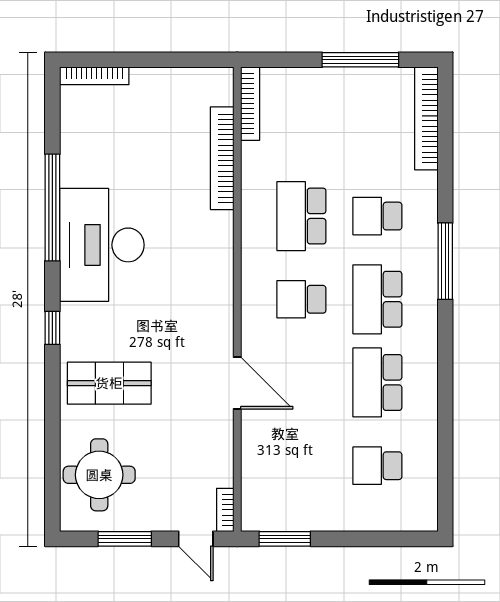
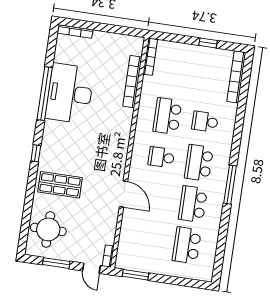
window: (360, 60) -> (208, 43), width x0.46
desk: (102, 245) -> (70, 93), moved
window: (445, 261) -> (230, 185), moved
school desk: (377, 466) -> (187, 245), width x1.85

